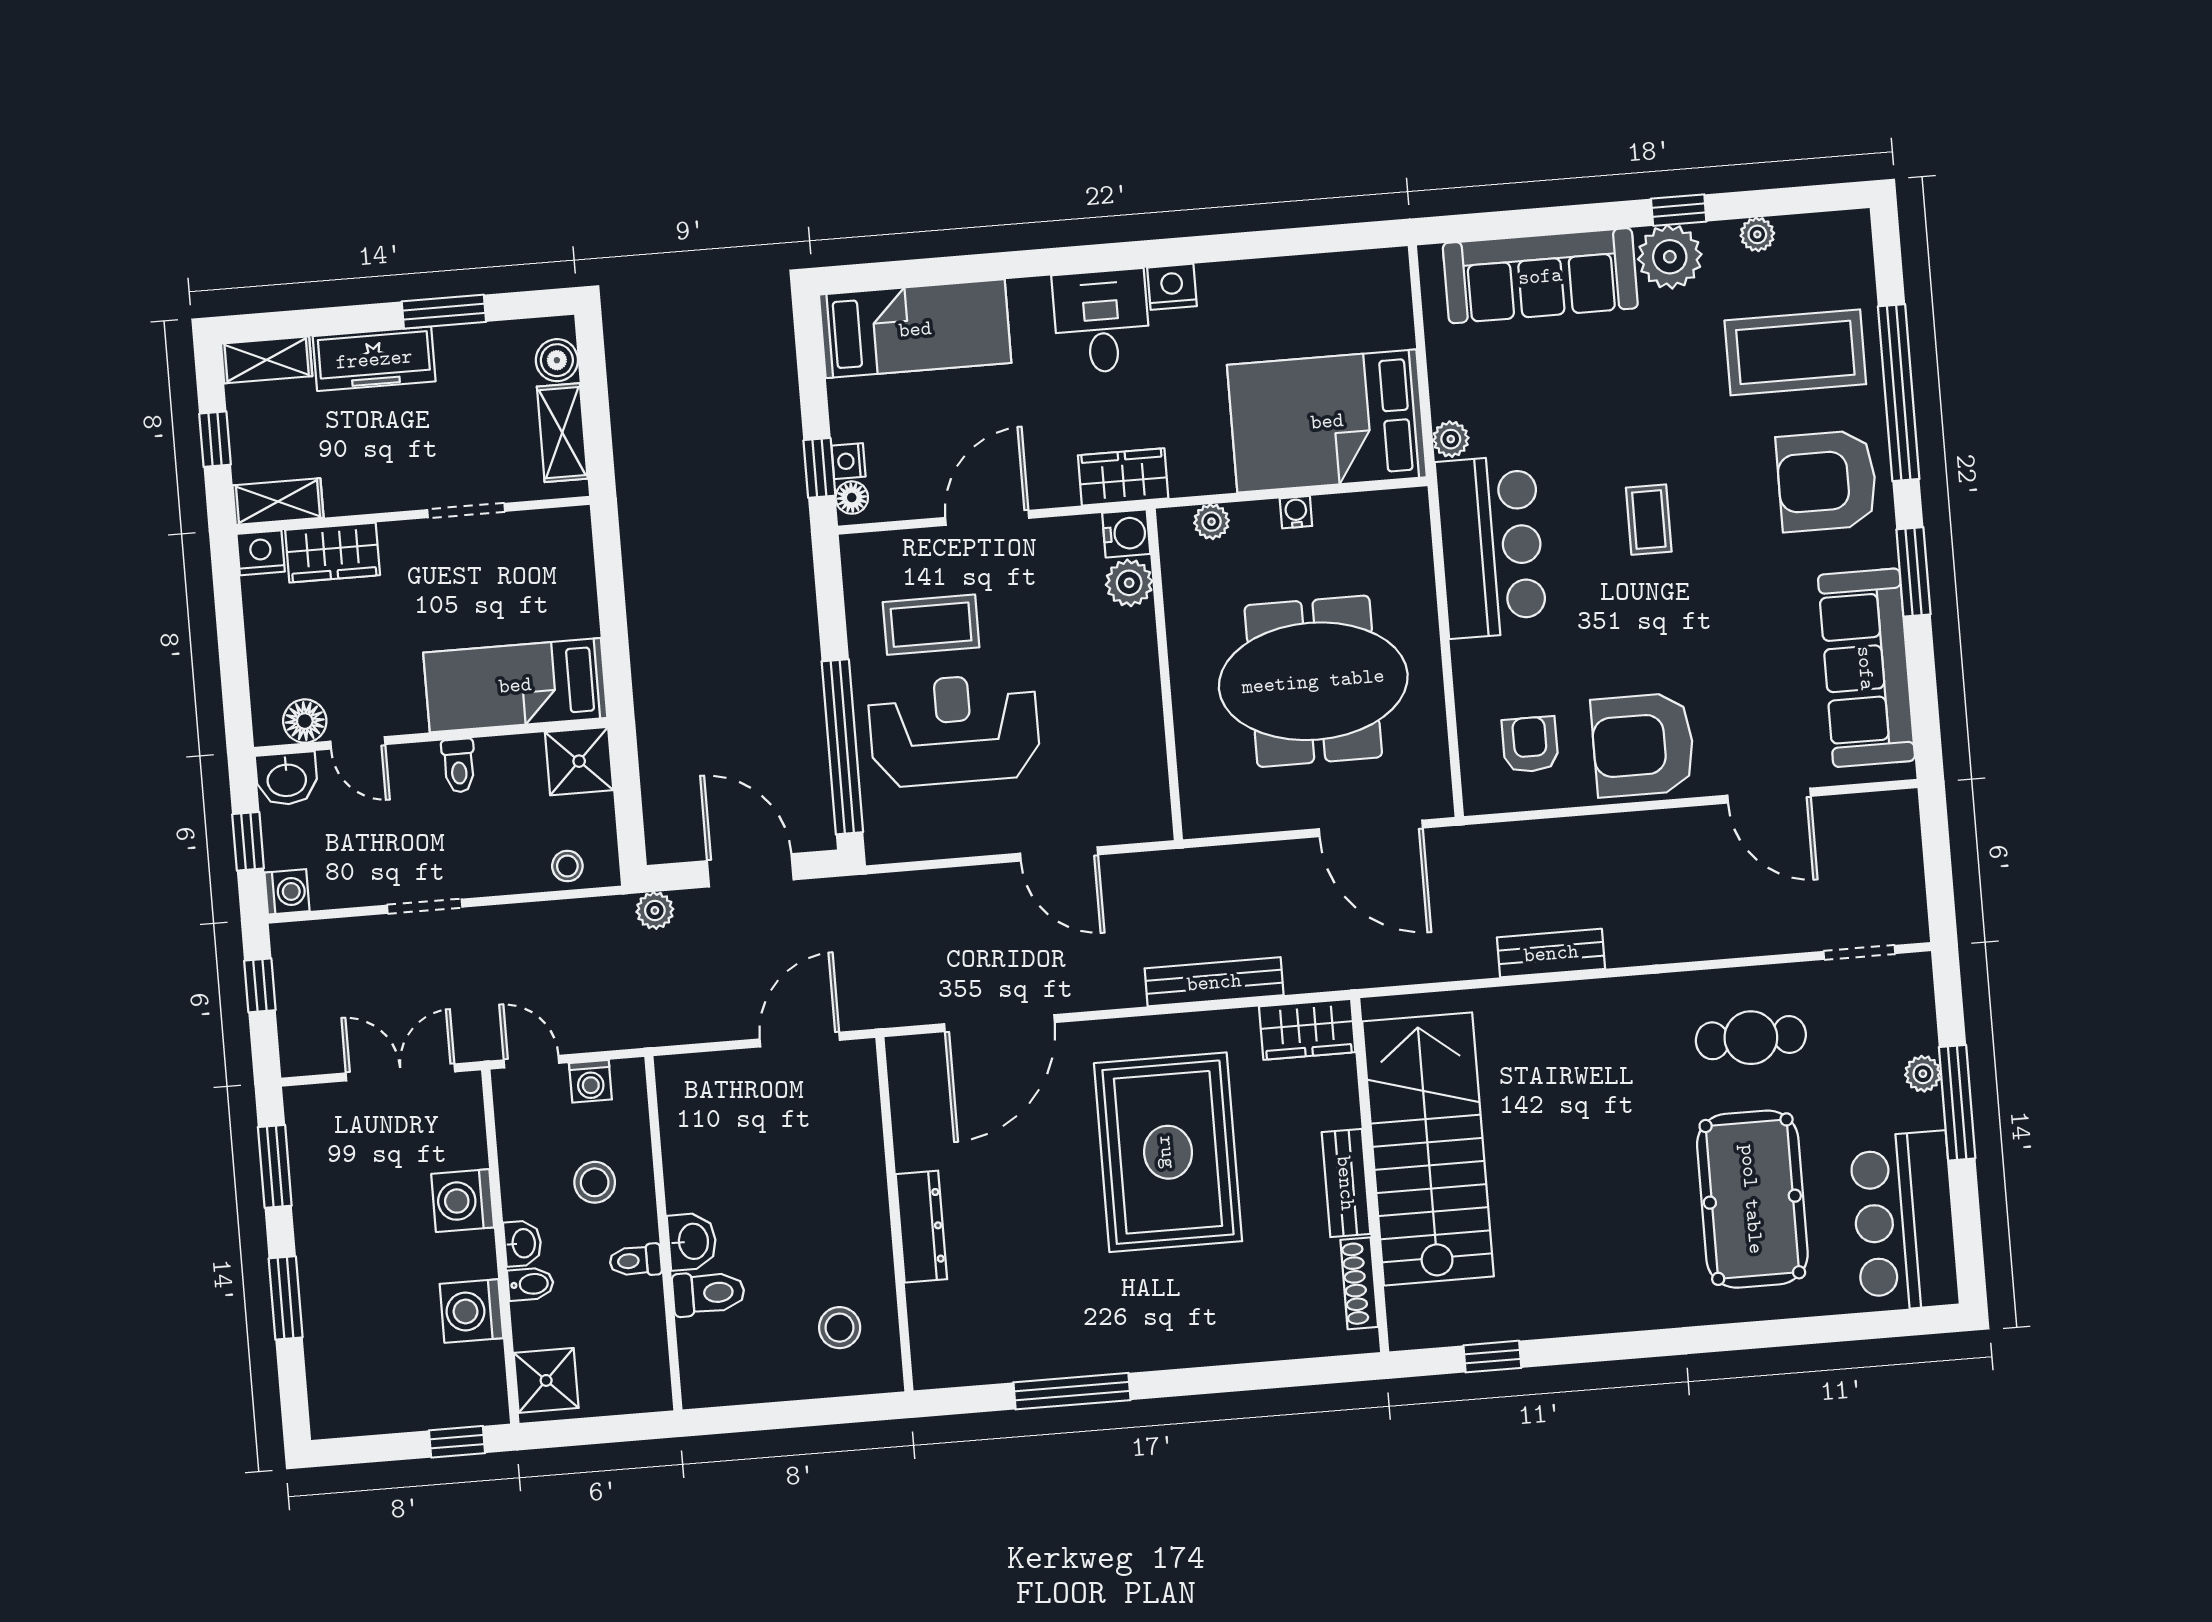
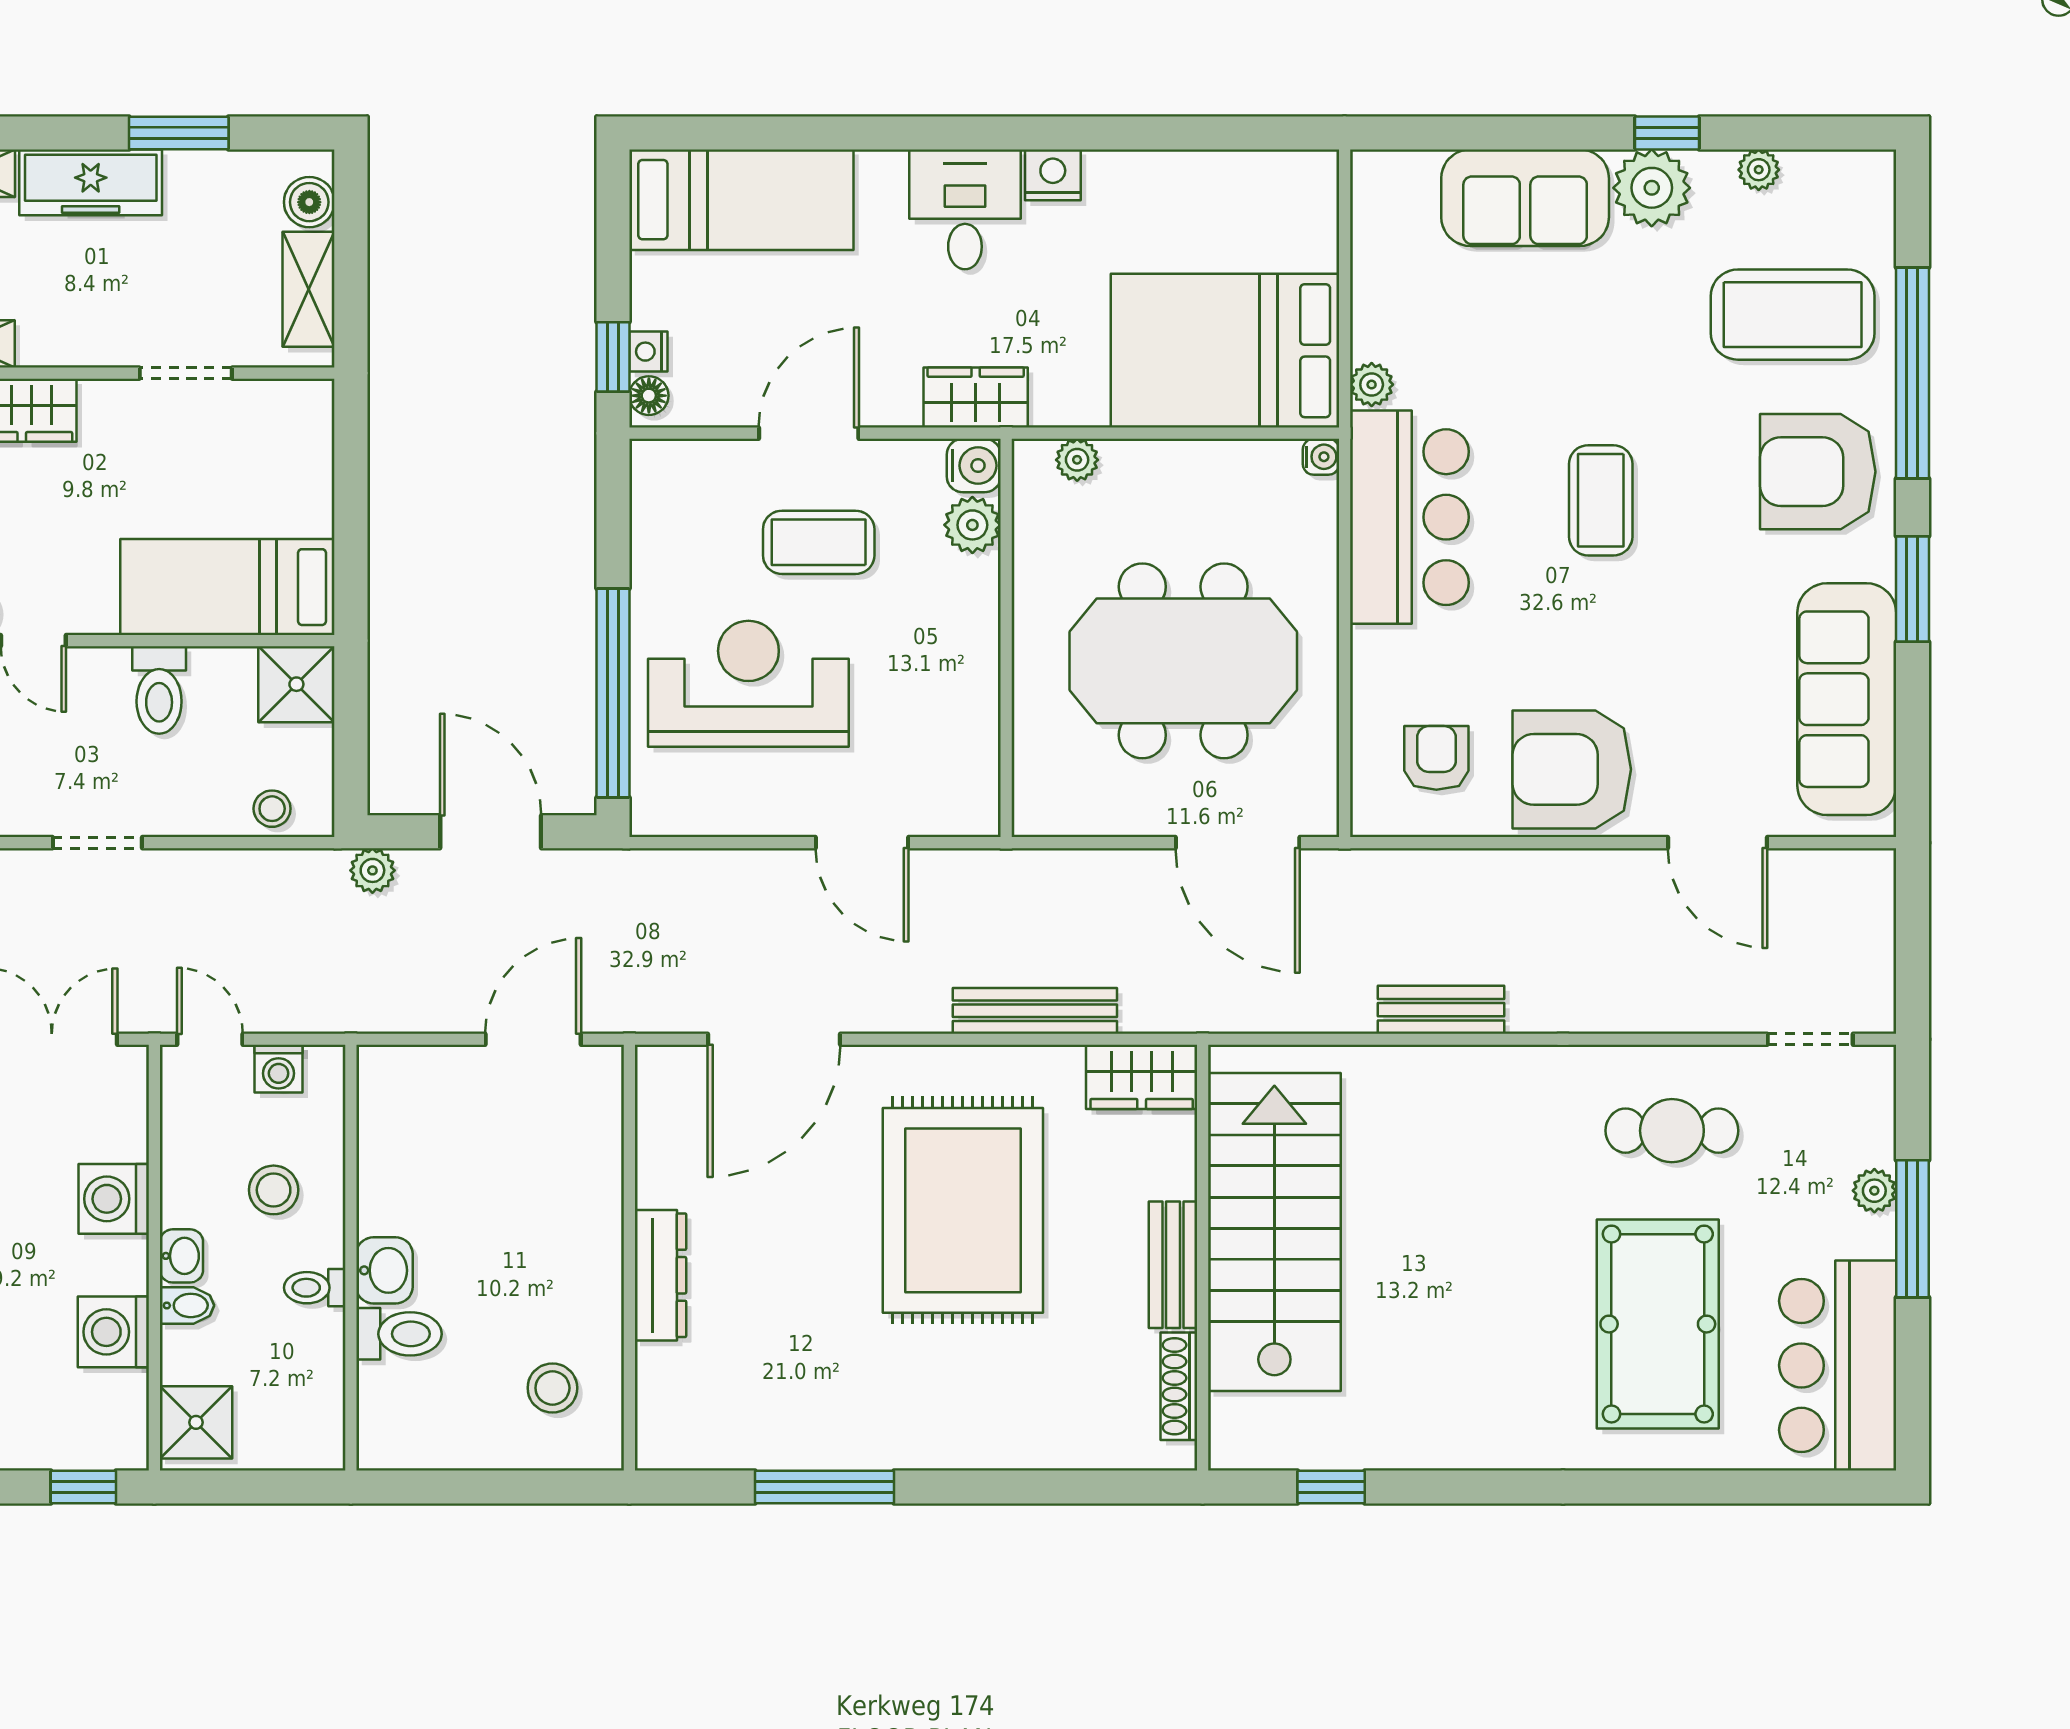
sofa: (1540, 276) -> (1525, 198), width x0.73
water cooler: (1296, 512) -> (1321, 457), moved, turned 90
coffee table: (1649, 520) -> (1601, 500), width x1.36, depth x1.30
coffee table: (931, 625) -> (819, 542), moved
toilet: (459, 766) -> (159, 690), width x1.37, depth x1.39

